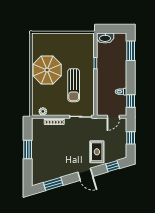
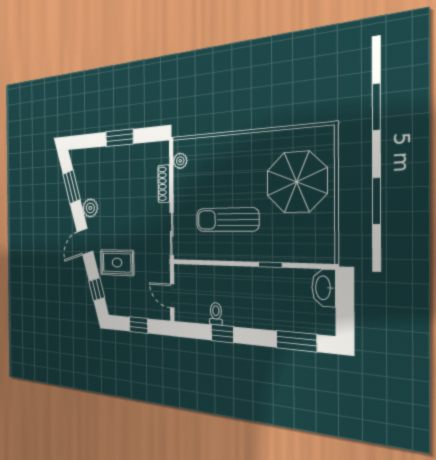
parasol: (47, 70) -> (297, 182), moved
window: (131, 101) -> (222, 334), moved
plant: (66, 170) -> (90, 208), added

